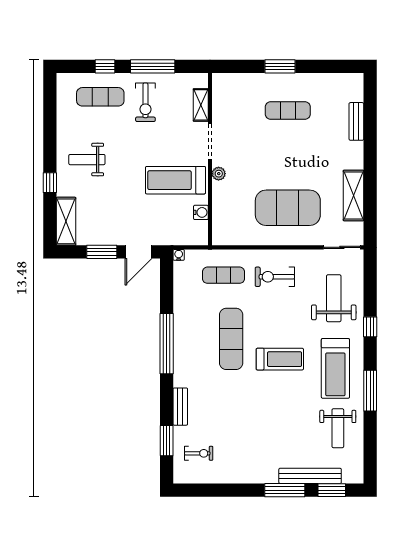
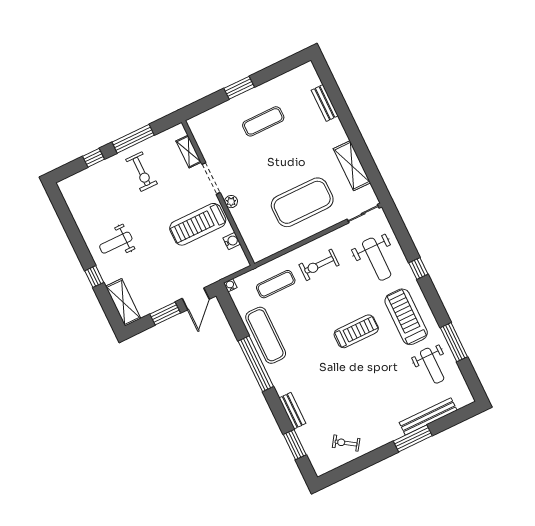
exercise mat: (100, 97) -> (102, 185), removed
weight bench: (334, 298) -> (377, 259), turned 180
exercise mat: (231, 339) -> (266, 335), moved
treadmill: (335, 368) -> (406, 317), turned 180
window: (370, 391) -> (454, 342), moved
exercise bike: (199, 453) -> (346, 443), moved, turned -146
window: (332, 490) -> (452, 420), removed

